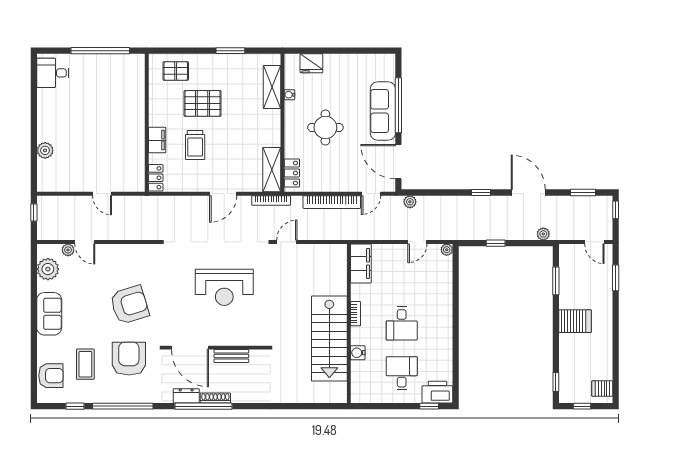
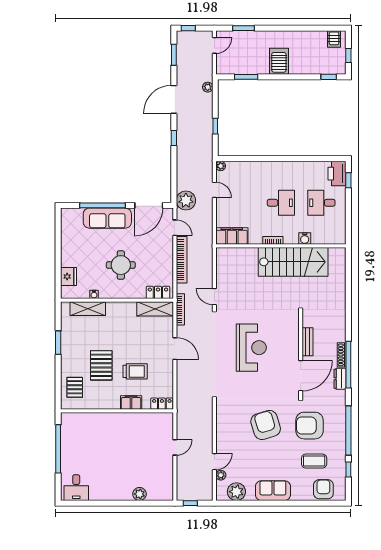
plant: (410, 202) -> (186, 201), width x1.88, depth x1.88

